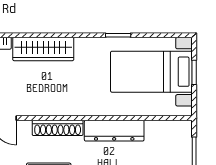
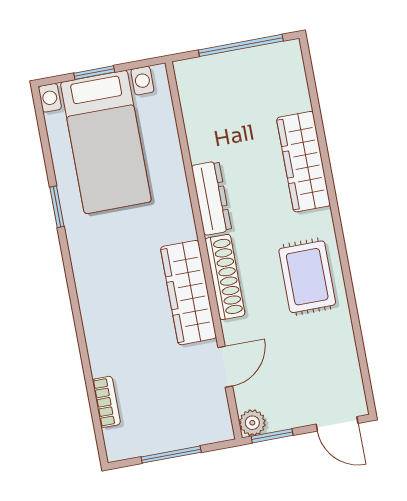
wardrobe: (43, 49) -> (188, 293), moved, turned 180
dresser: (114, 131) -> (211, 198), width x0.73, depth x0.80

